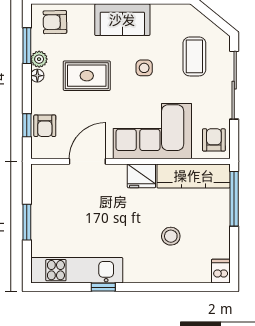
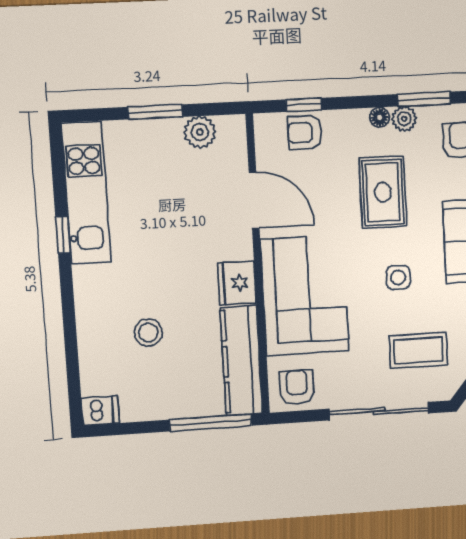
armchair: (214, 140) -> (297, 387), turned -90
plant: (41, 194) -> (200, 132), added

